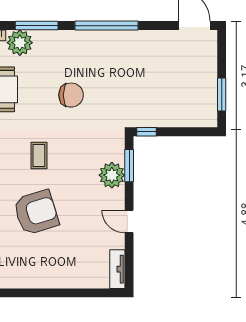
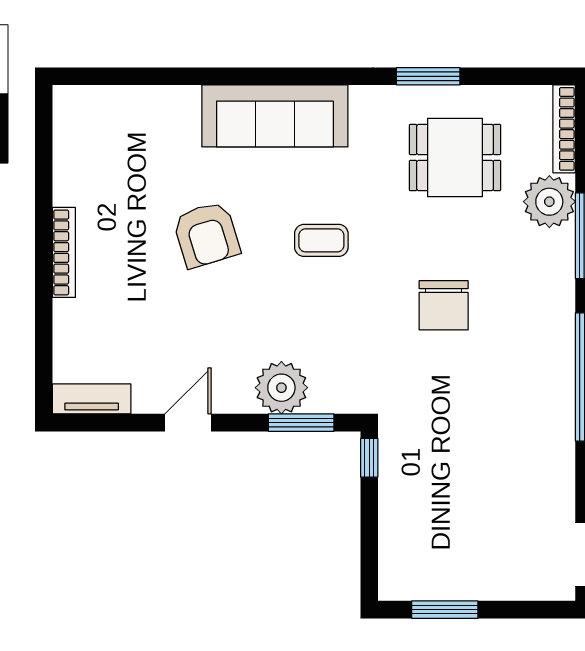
armchair: (36, 212) -> (206, 235), width x0.73, depth x0.73
bookcase: (45, 283) -> (64, 252), added

